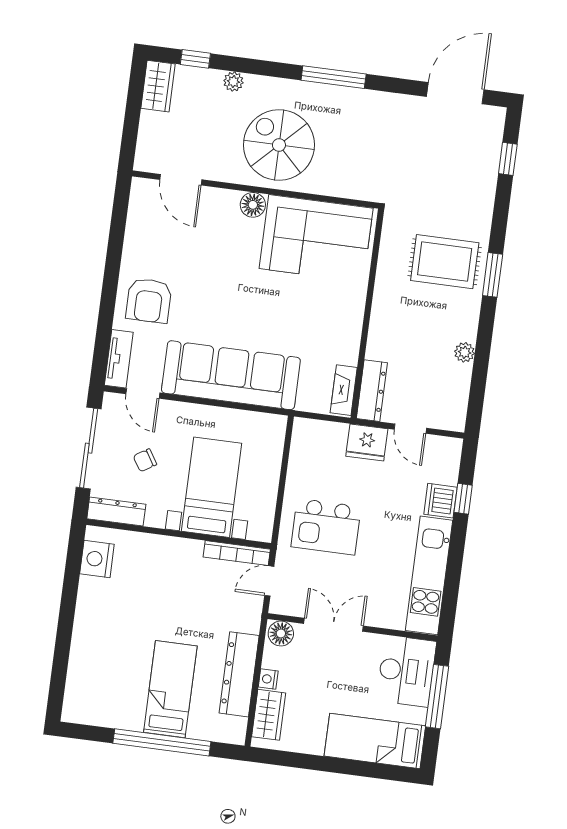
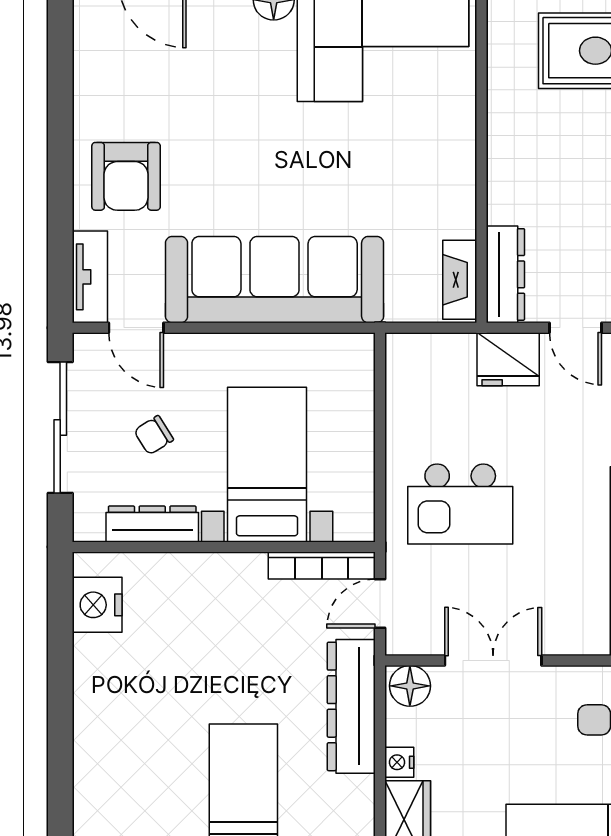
dresser: (116, 512) -> (152, 524), moved
dresser: (239, 674) -> (351, 706), moved

